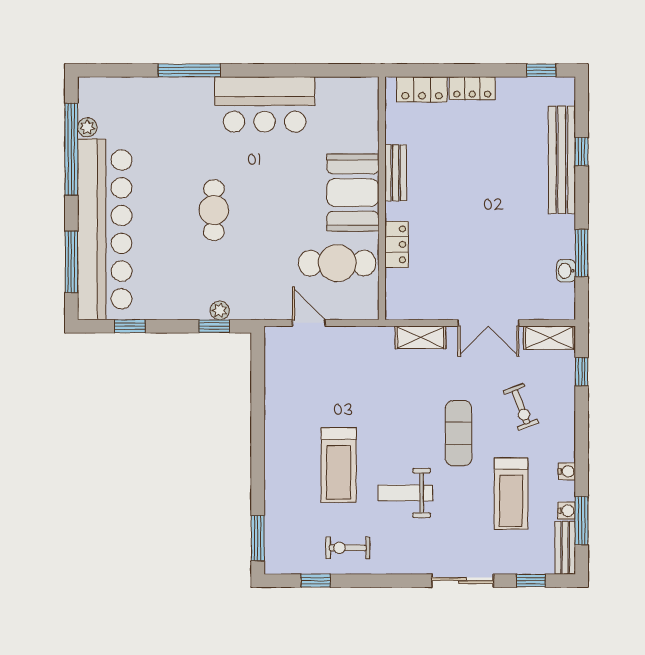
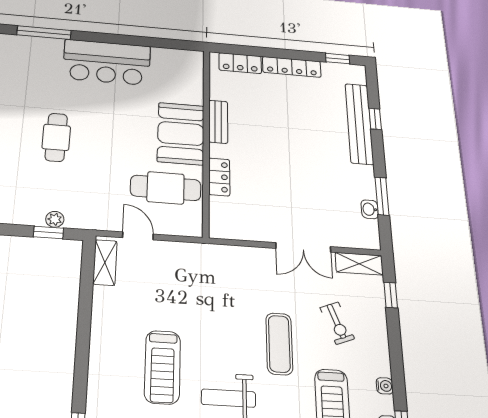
locker: (472, 88) -> (292, 67), width x1.53
shelving: (420, 337) -> (105, 262), moved, turned 90

